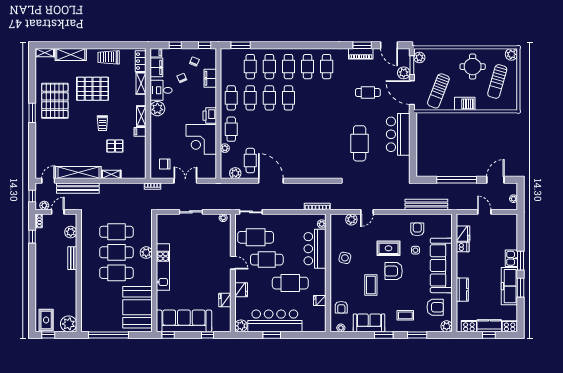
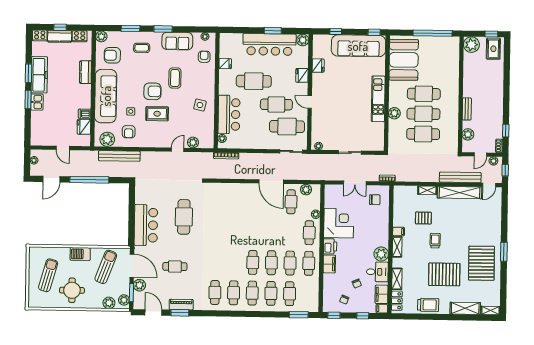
plant: (511, 54) -> (109, 303), moved
filing cabinet: (210, 78) -> (329, 264), moved
plant: (439, 221) -> (107, 139), added

